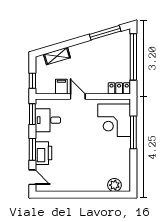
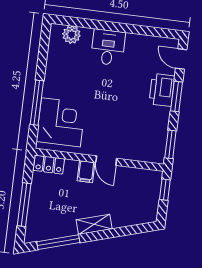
shelving: (57, 56) -> (94, 224), moved
window: (133, 57) -> (24, 205), width x0.68
filing cabinet: (61, 87) -> (86, 172), moved
desk: (48, 120) -> (108, 47), moved, turned -90

